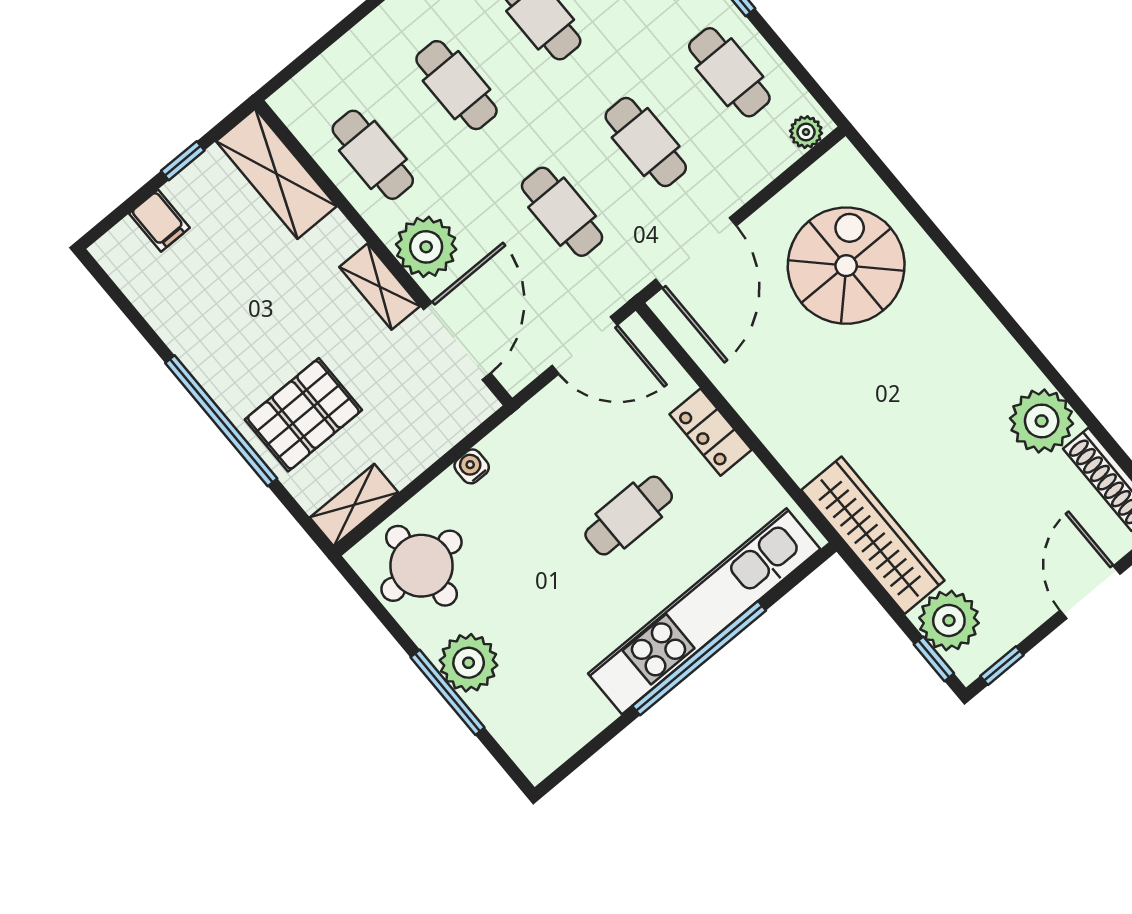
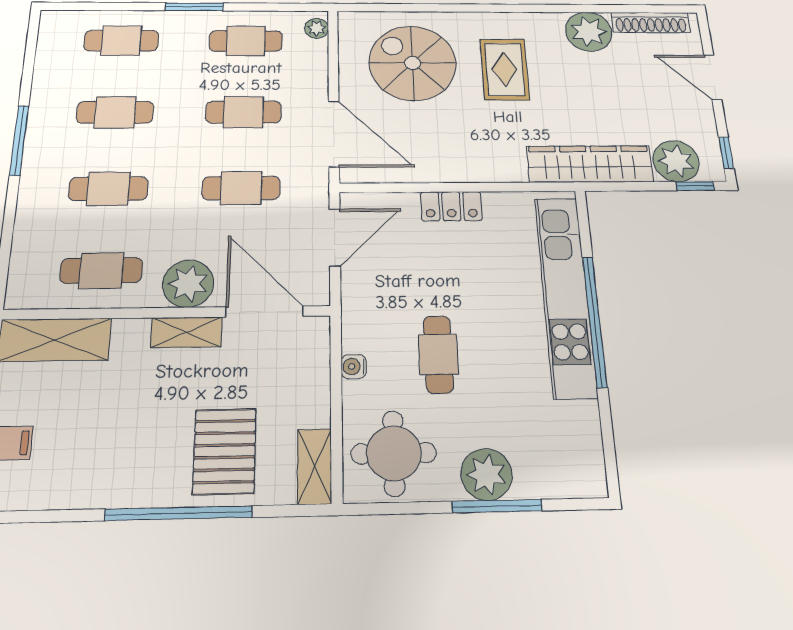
rug: (918, 367) -> (505, 69), added
cafe table: (629, 516) -> (438, 354), moved

